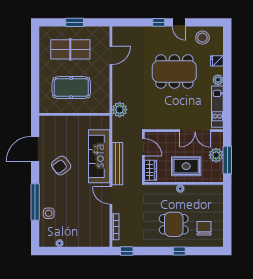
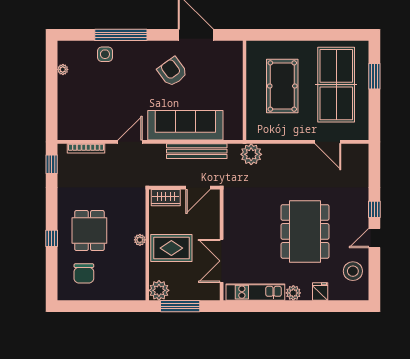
window: (75, 22) -> (374, 76), moved
table tennis table: (70, 49) -> (336, 85), width x1.36, depth x1.32
plant: (216, 155) -> (159, 290), moved
bench: (117, 164) -> (197, 151), moved
rug: (186, 166) -> (171, 248), turned 90
chair: (204, 228) -> (84, 273), turned 90

